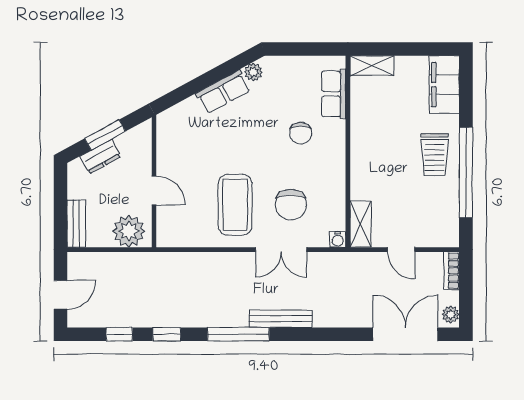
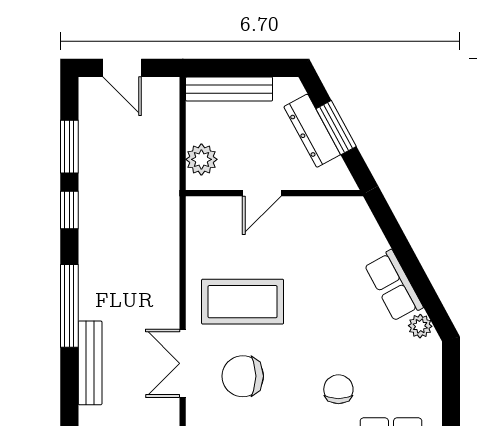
chair: (301, 133) -> (338, 389), turned 90
dresser: (100, 157) -> (312, 131), width x1.44
bench: (76, 224) -> (229, 89), width x1.36
plant: (129, 231) -> (201, 159), width x0.73, depth x0.73
window: (119, 334) -> (69, 147), width x1.50

